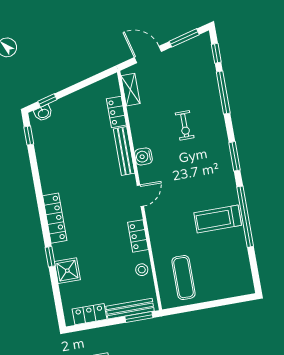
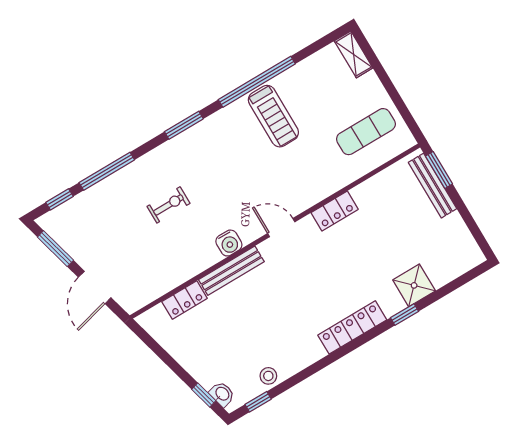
shelving: (130, 90) -> (354, 54), moved, turned 90
stool: (142, 270) -> (268, 376), moved
locker: (90, 314) -> (460, 235), removed

